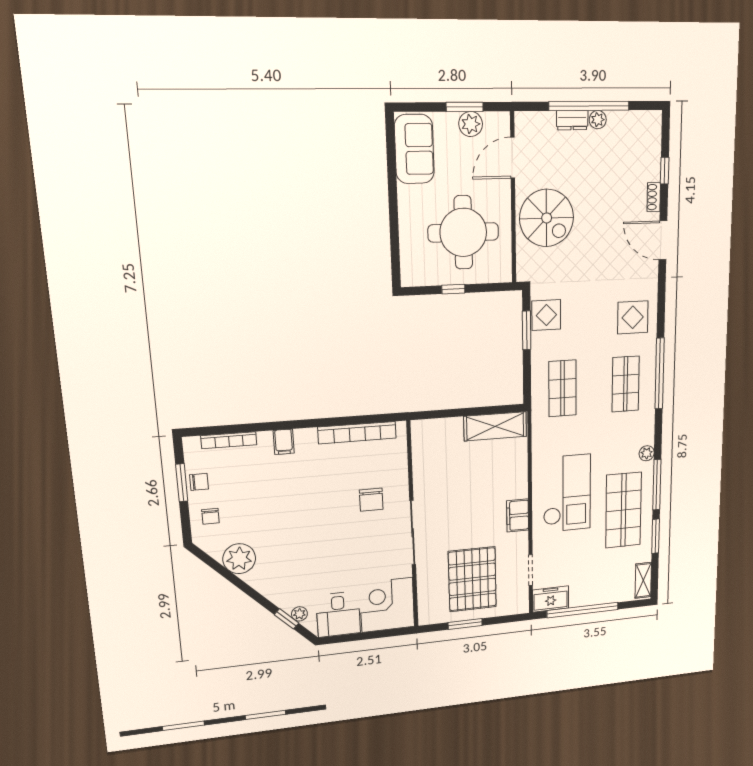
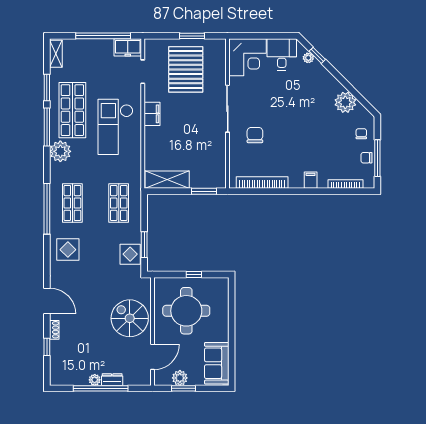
window: (442, 414) -> (204, 191), added
plant: (647, 453) -> (60, 151), width x1.88, depth x1.88
window: (182, 483) -> (377, 158), width x1.44

